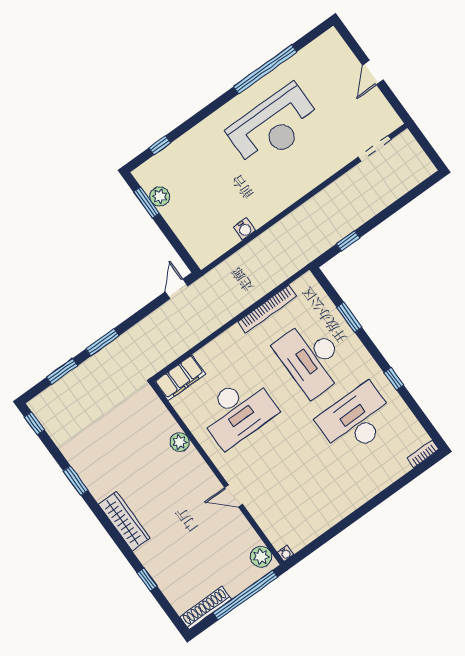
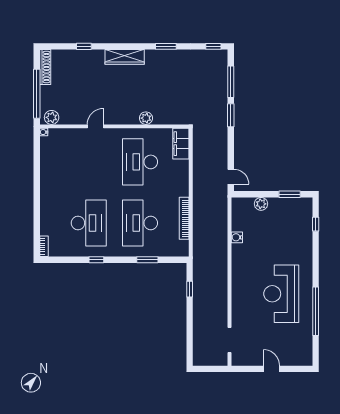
plant: (160, 196) -> (261, 204), moved
desk: (311, 358) -> (140, 223), turned -90
window: (62, 371) -> (231, 82), width x1.44

